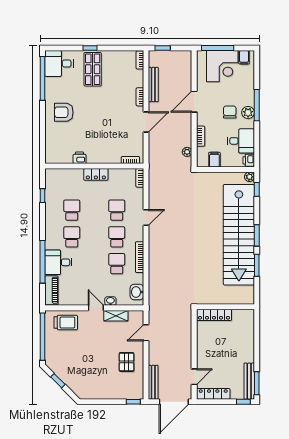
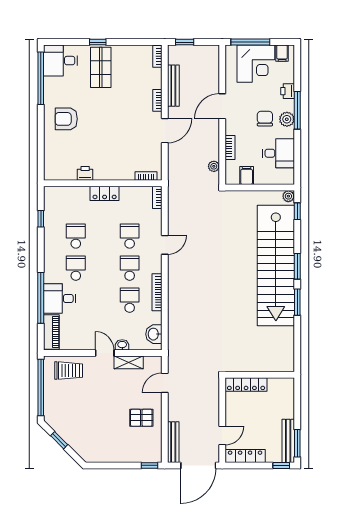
printer: (249, 160) -> (288, 91), moved
wall: (225, 307) -> (260, 375), moved
locker: (214, 315) -> (246, 385), moved
pallet: (126, 362) -> (141, 418), turned 90

